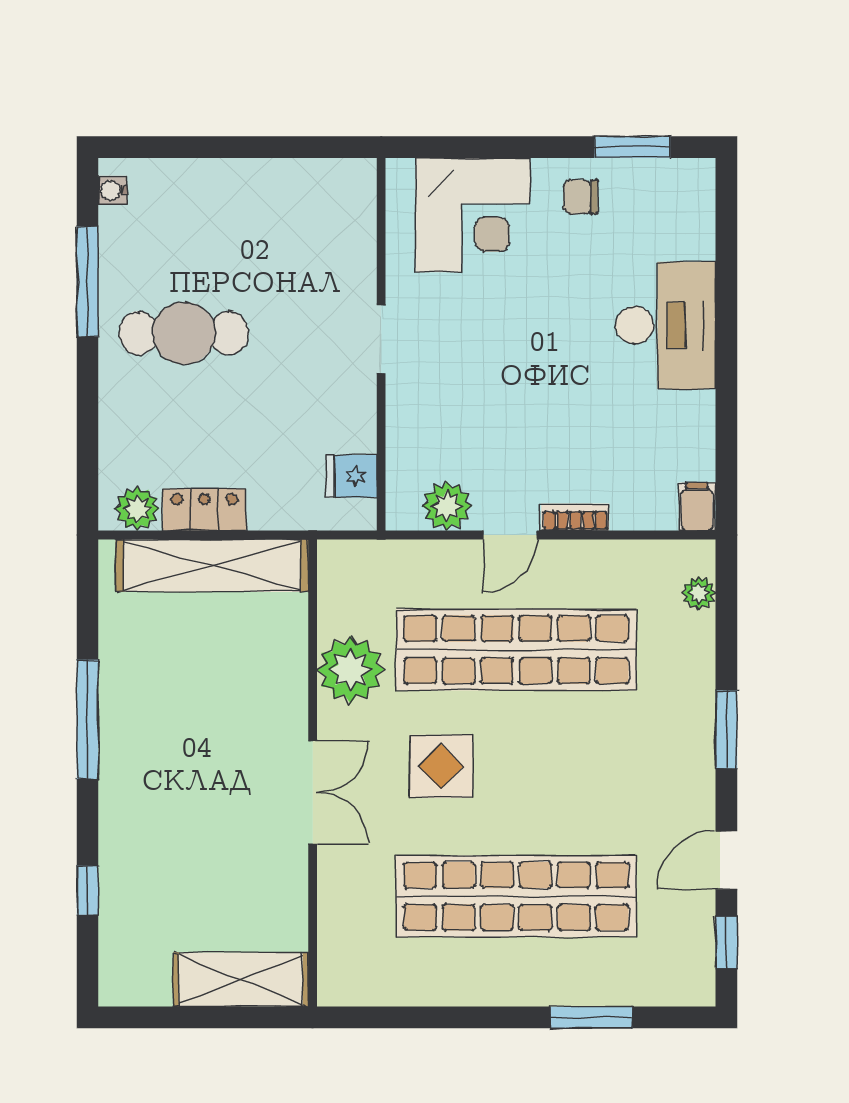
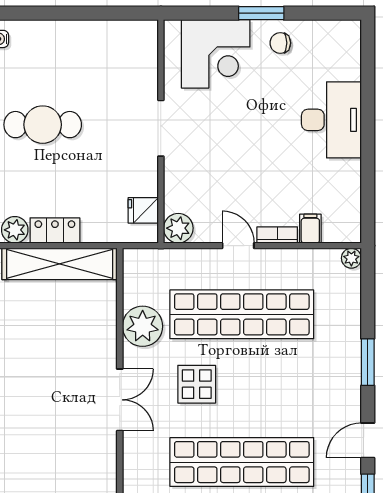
window: (632, 147) -> (261, 13), moved
doorway: (381, 339) -> (161, 128), width x1.38
plant: (447, 506) -> (178, 228), moved
filing cabinet: (697, 507) -> (310, 229), moved
door: (510, 535) -> (238, 246), swing flipped
plant: (699, 593) -> (351, 258), moved

